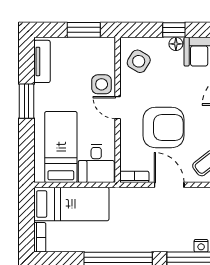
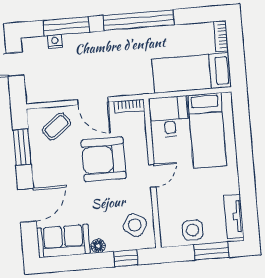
window: (84, 30) -> (211, 251), moved
window: (174, 30) -> (126, 258), moved
side table: (102, 84) -> (193, 230), moved
window: (26, 101) -> (246, 174), removed
door: (118, 108) -> (152, 176), hinge flipped

